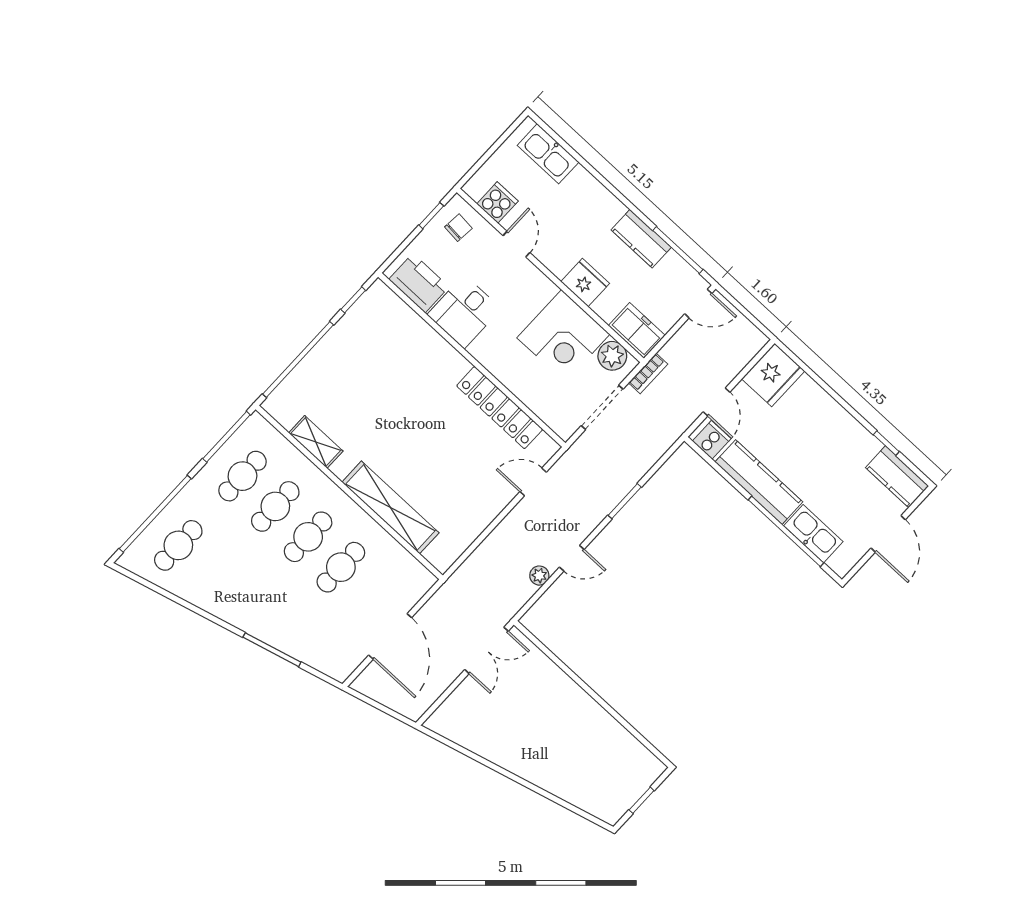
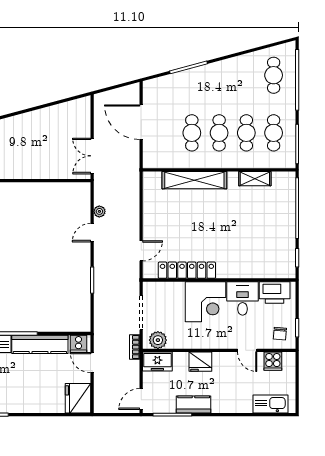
corner desk: (563, 336) -> (205, 302), moved, turned 180

